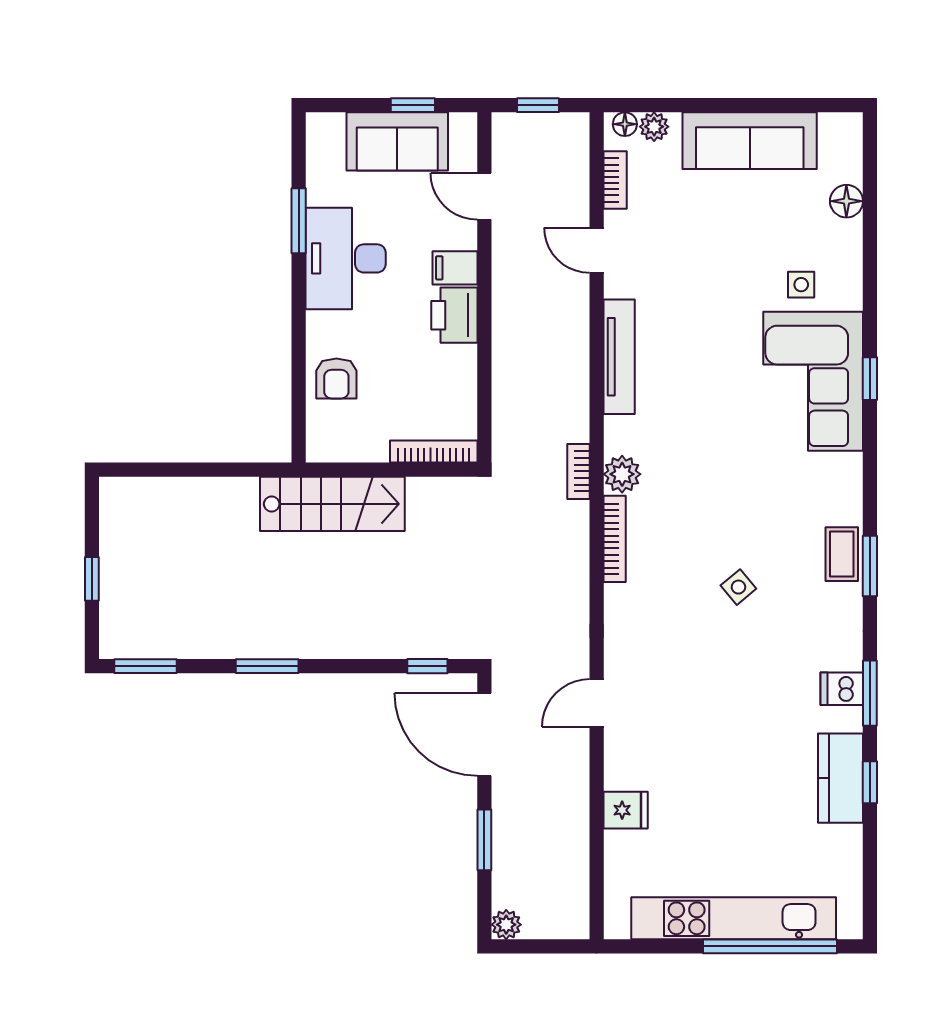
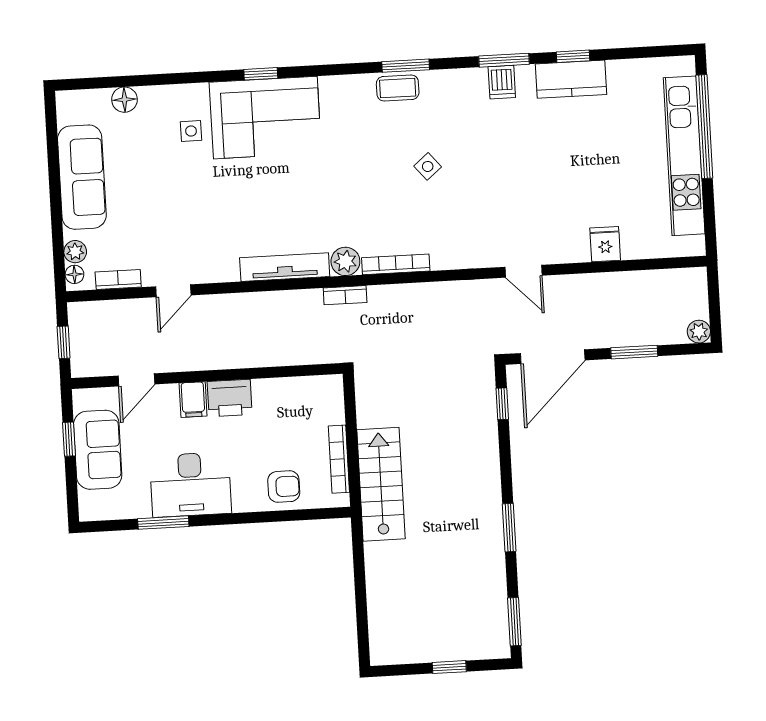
tv unit: (619, 357) -> (285, 267), moved
bookcase: (434, 452) -> (339, 459), moved

